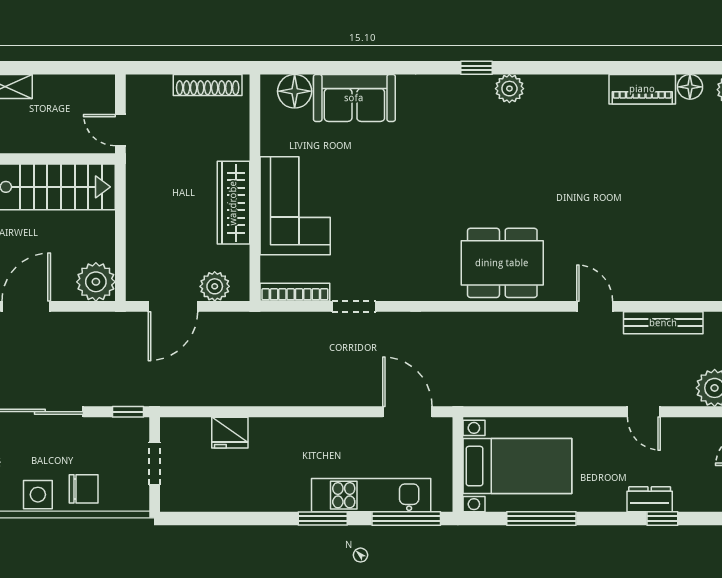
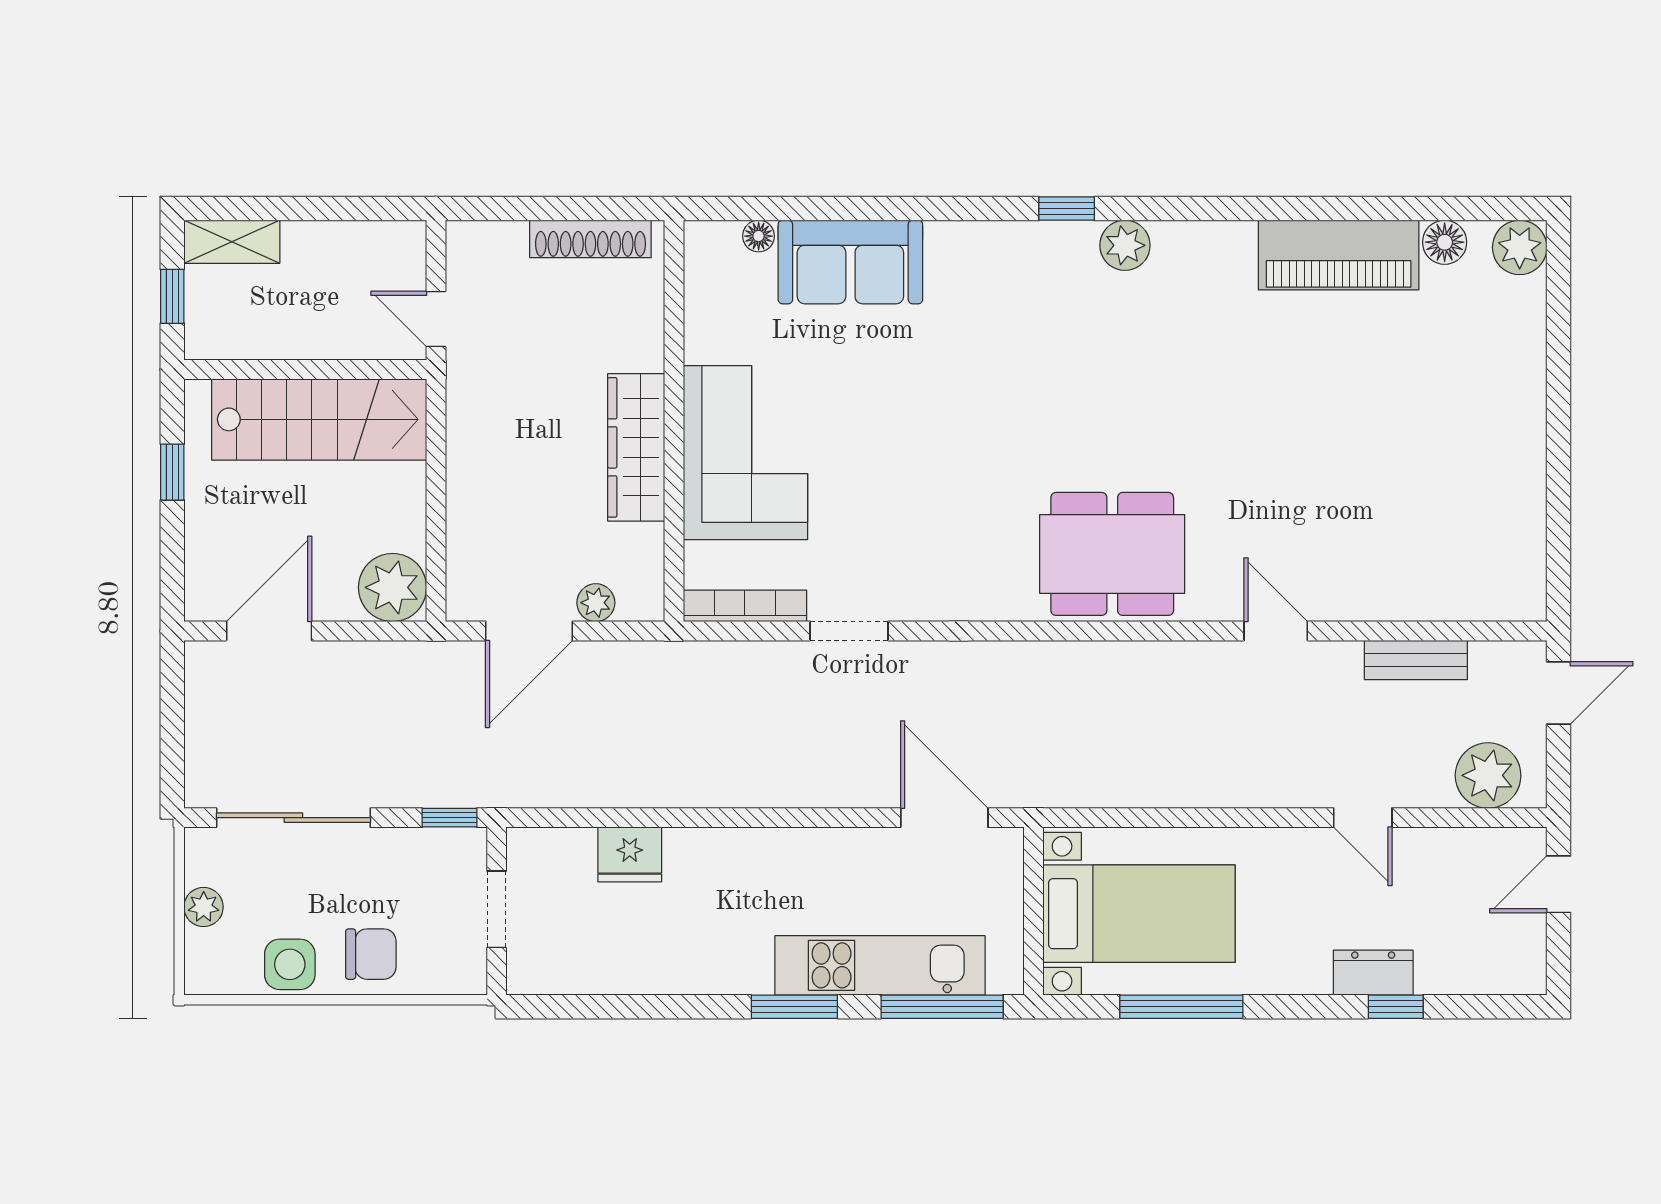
piano: (642, 89) -> (1339, 255), width x1.37, depth x1.33
floor lamp: (295, 91) -> (759, 236), width x0.53, depth x0.53
plant: (215, 286) -> (596, 603), width x0.73, depth x0.73
bench: (663, 323) -> (1416, 660), width x0.73

